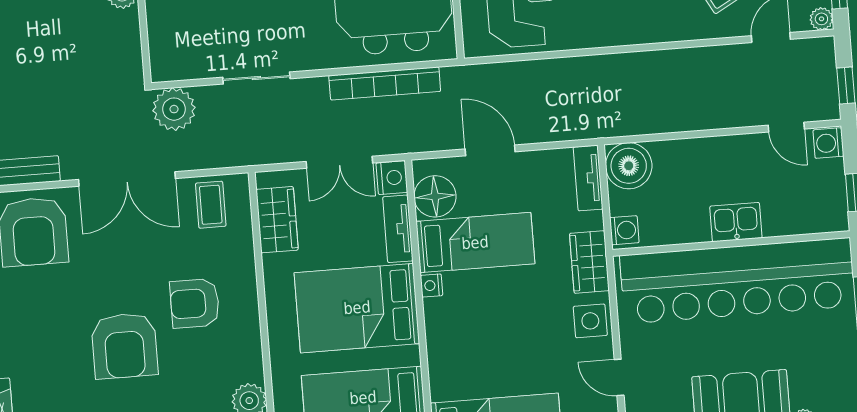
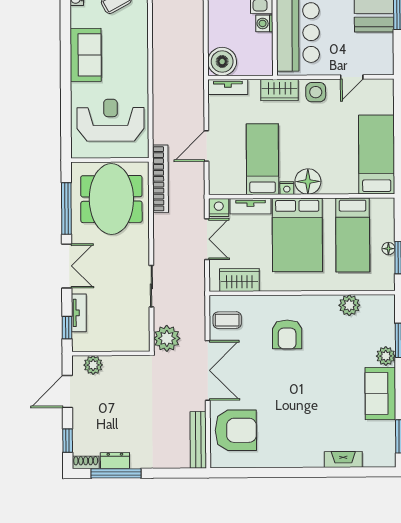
bookcase: (385, 83) -> (160, 179), moved
floor lamp: (435, 196) -> (308, 181), moved
washing machine: (624, 230) -> (264, 23), moved, turned -90
armchair: (124, 346) -> (310, 379), removed

